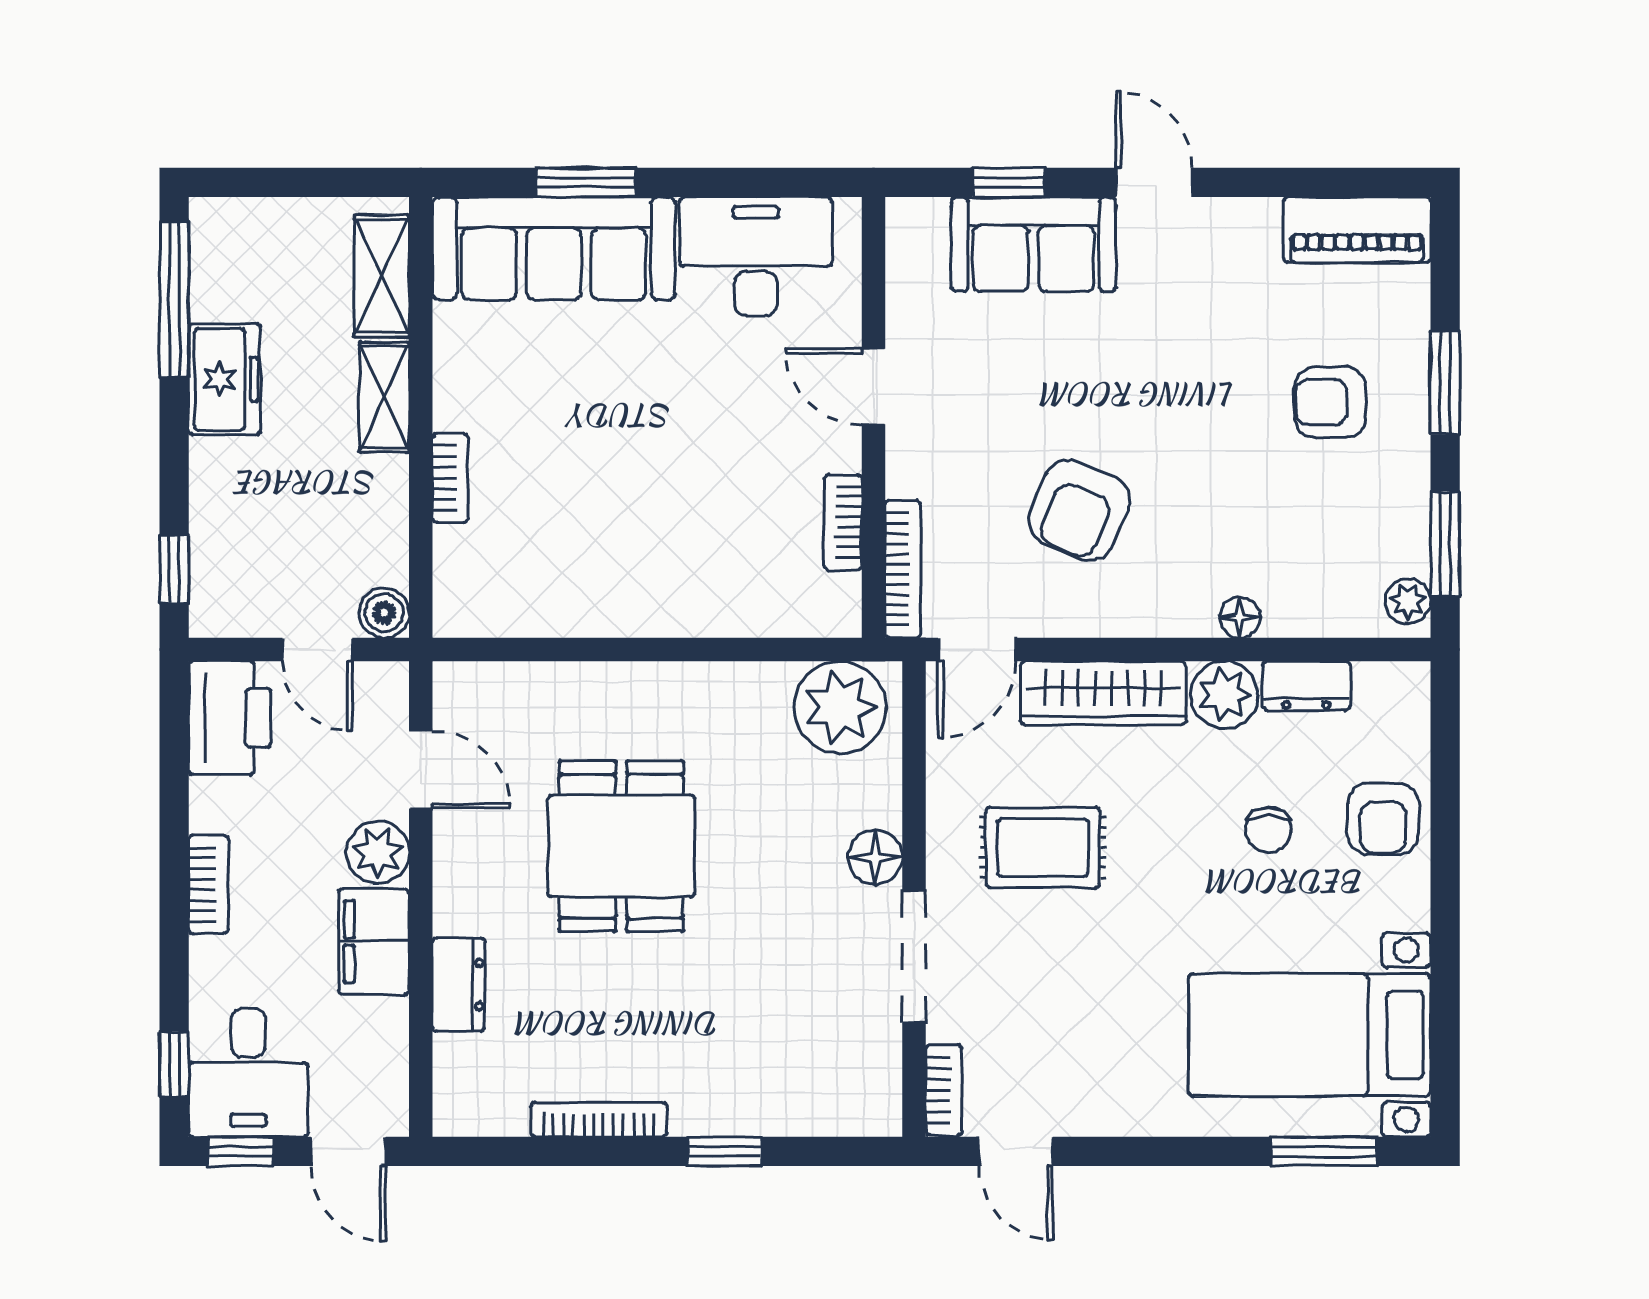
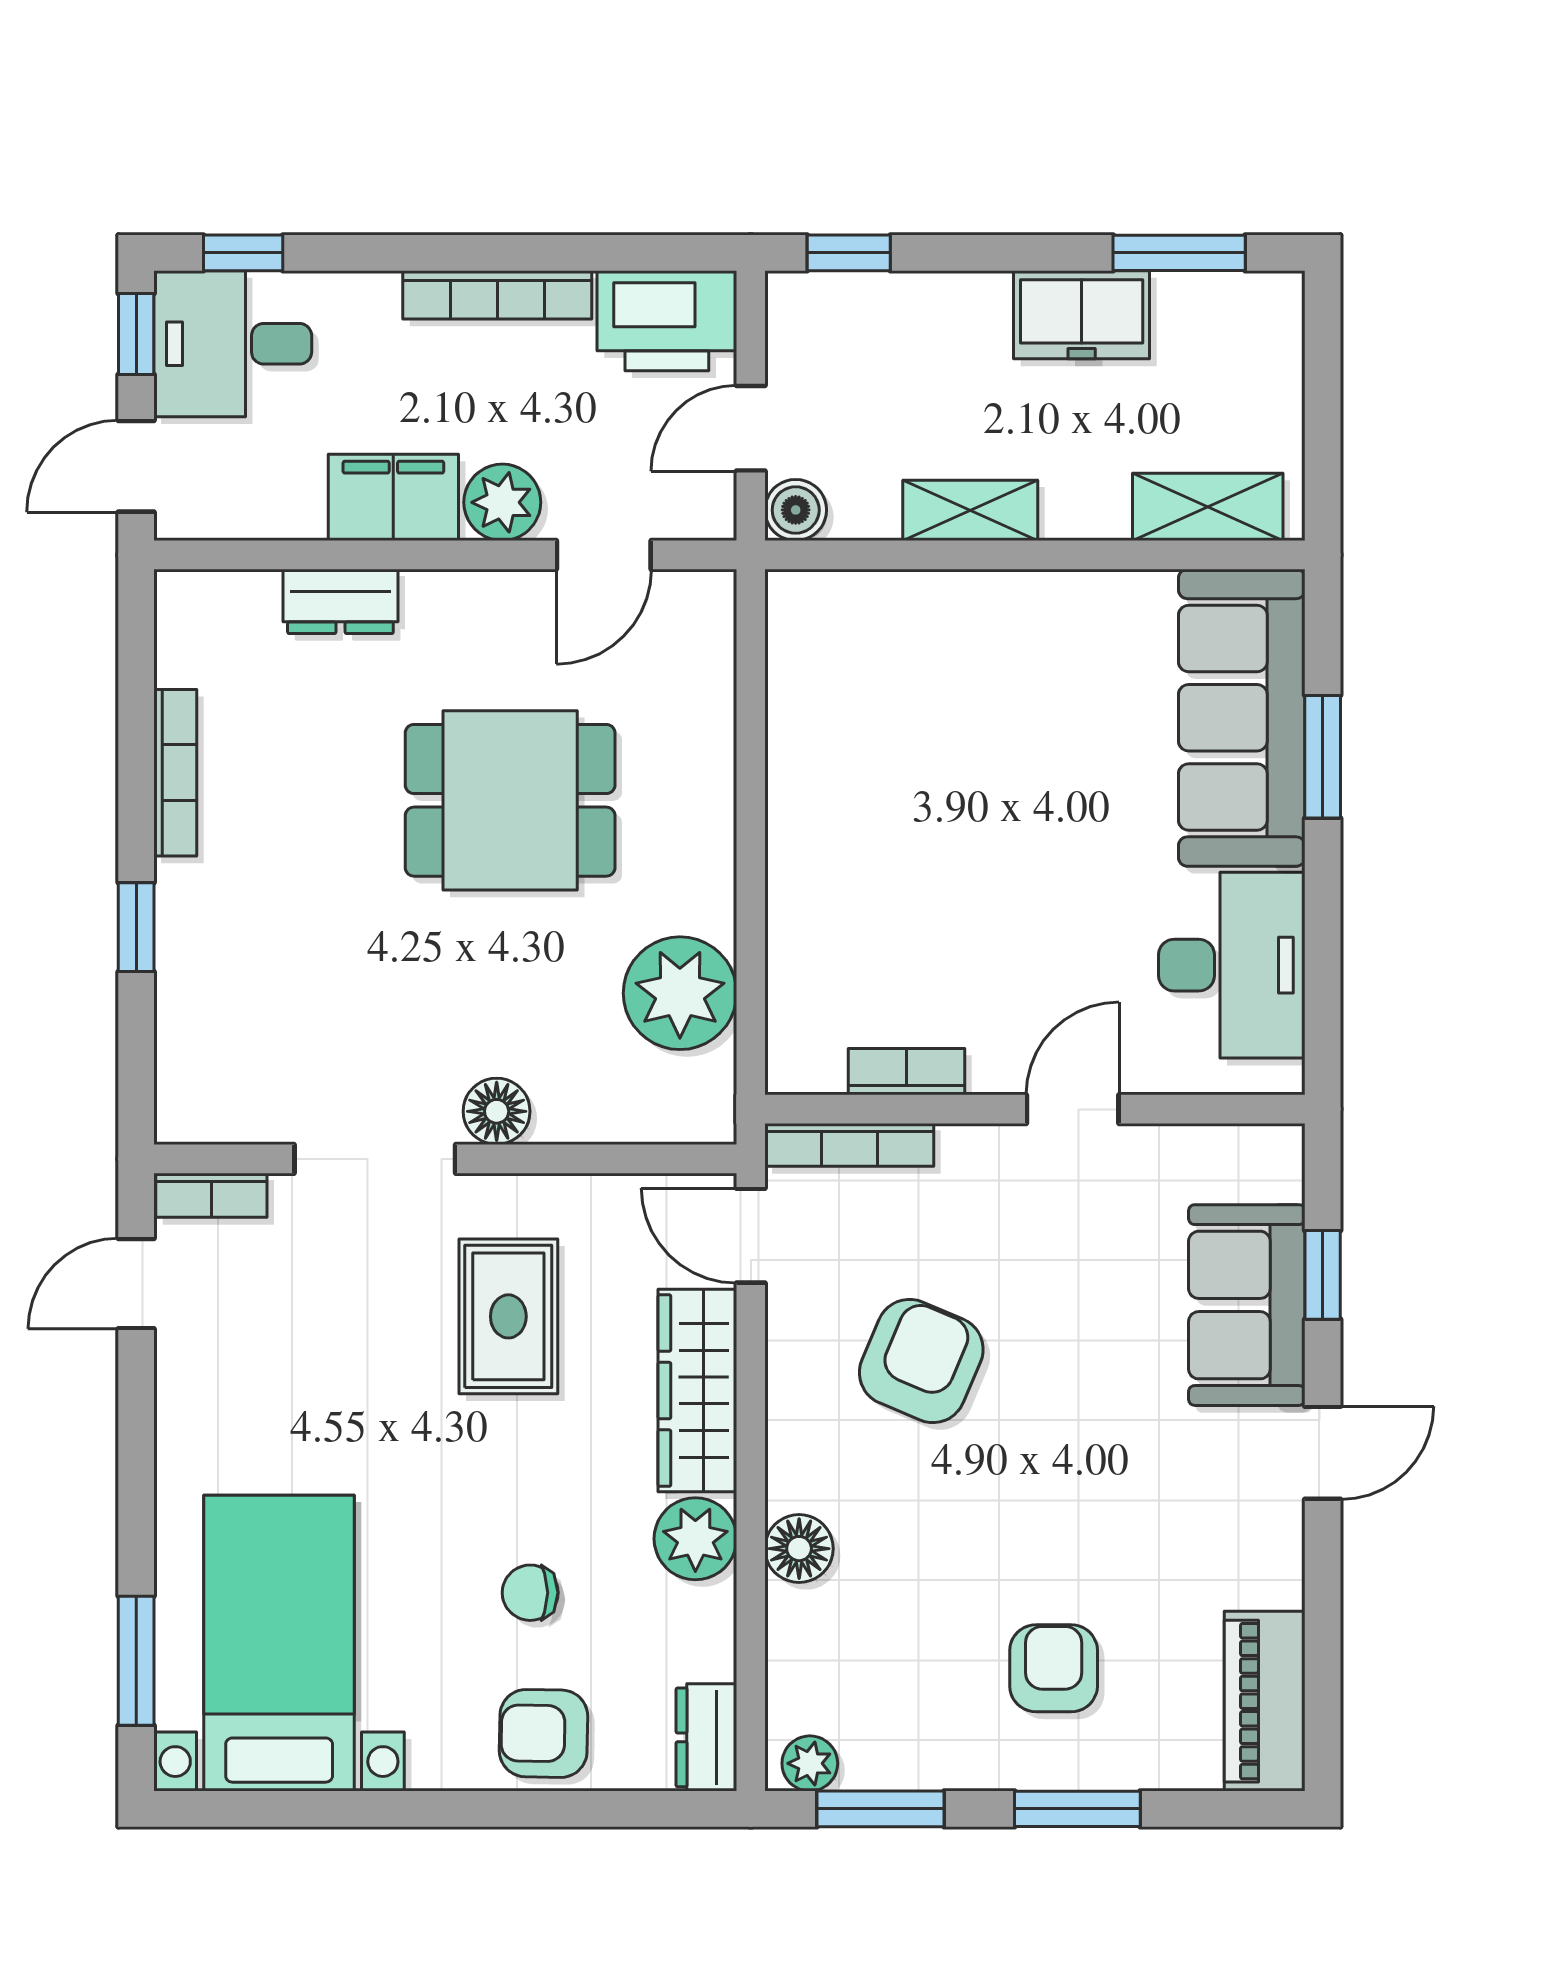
window: (174, 300) -> (1179, 253), width x0.69
shelving: (384, 397) -> (970, 510), moved
bookcase: (450, 478) -> (961, 591), removed
armchair: (1079, 510) -> (921, 1361), turned 90
floor lamp: (1240, 618) -> (799, 1549), width x1.37, depth x1.37
dresser: (1306, 686) -> (706, 1737), moved
plant: (840, 707) -> (680, 993), moved
bookcase: (208, 884) -> (497, 295), width x1.56

